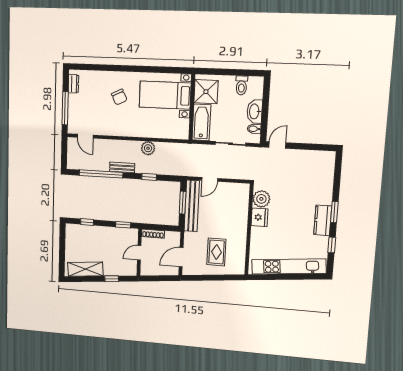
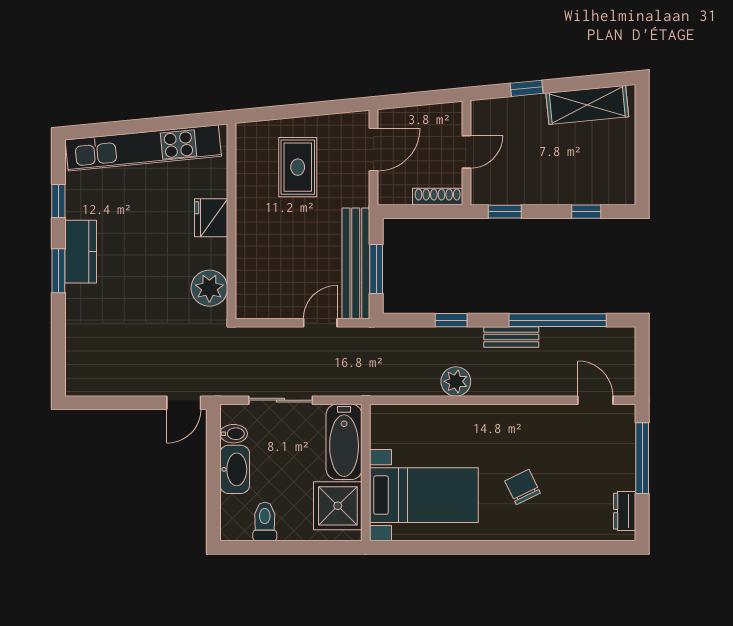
fridge: (259, 217) -> (211, 218), moved

